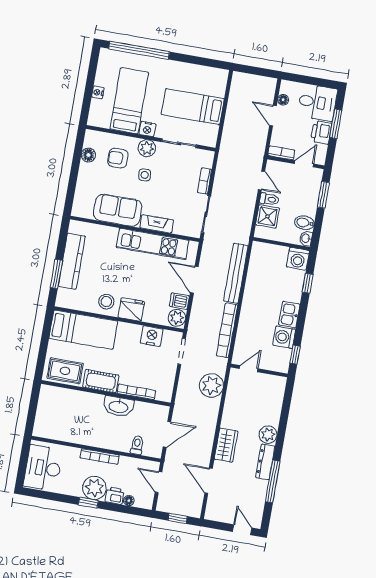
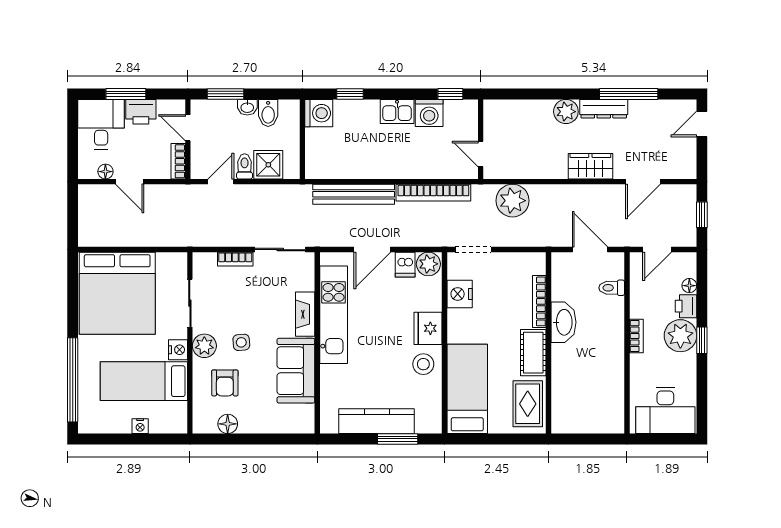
bed: (193, 107) -> (117, 293), width x2.04
door: (273, 116) -> (130, 182), hinge flipped
washbasin: (306, 238) -> (247, 107), moved
bookcase: (100, 457) -> (636, 336), width x0.64

